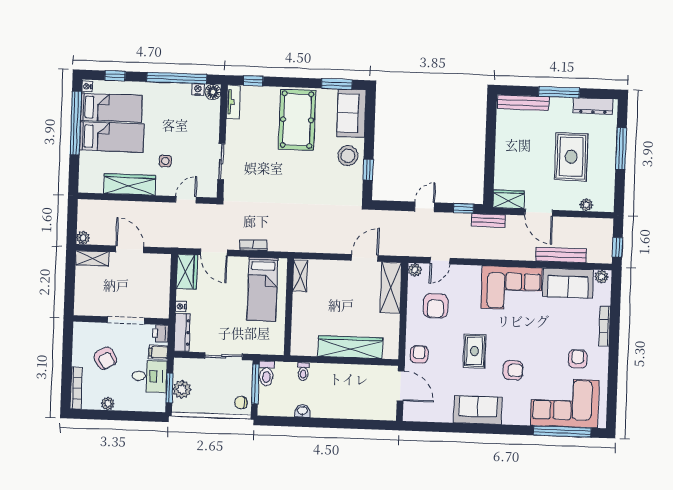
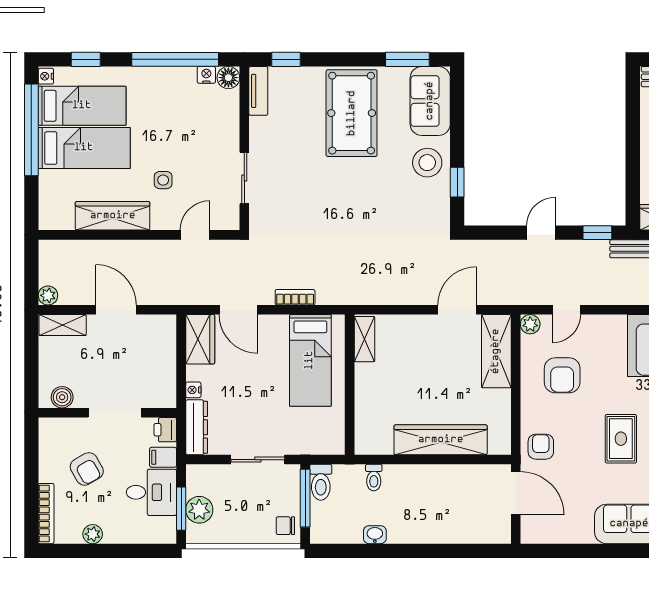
boiler: (90, 308) -> (62, 397), added

